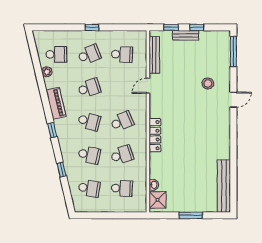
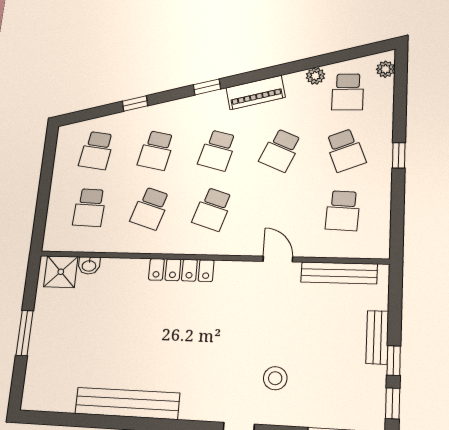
window: (171, 27) -> (393, 403), moved
plant: (44, 35) -> (385, 69), added
school desk: (89, 88) -> (280, 150), turned 42
school desk: (122, 121) -> (213, 209), turned 42
school desk: (122, 155) -> (150, 208), turned 36
bench: (224, 186) -> (127, 403), moved

